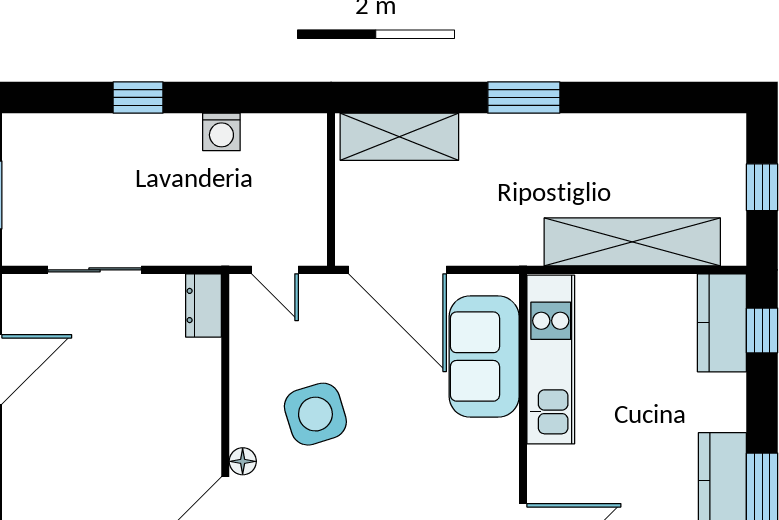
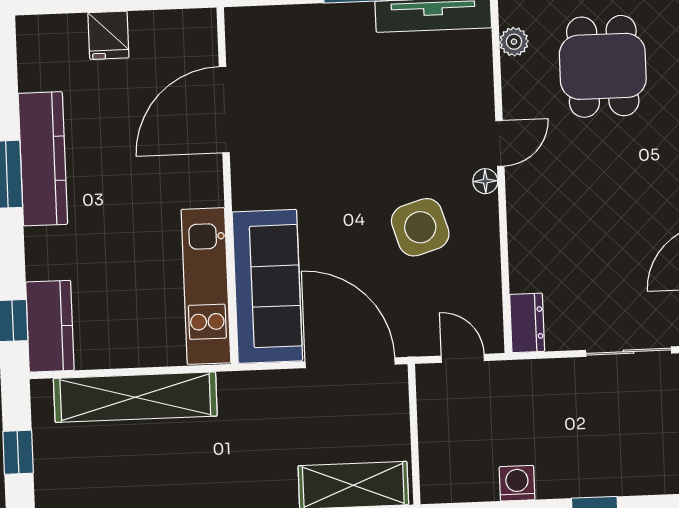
sofa: (484, 357) -> (267, 286), width x1.36

